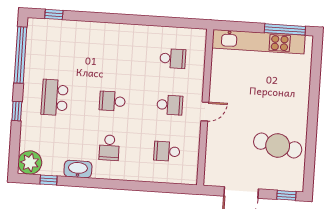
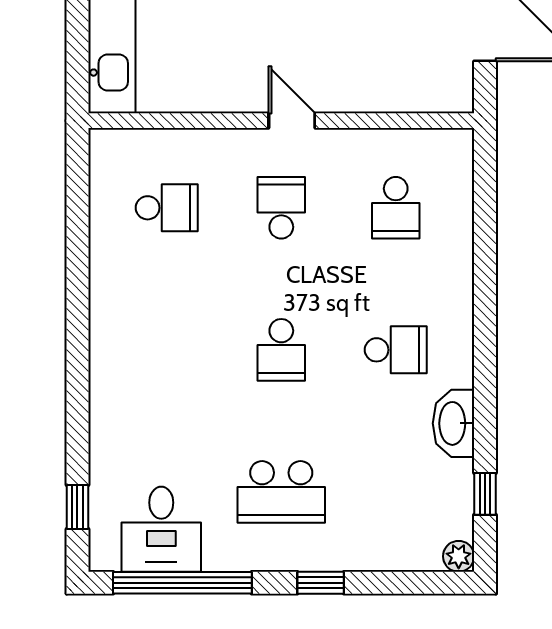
desk: (43, 48) -> (161, 529), added
school desk: (173, 59) -> (167, 208), turned 90
plant: (30, 163) -> (459, 556), width x0.53, depth x0.53

